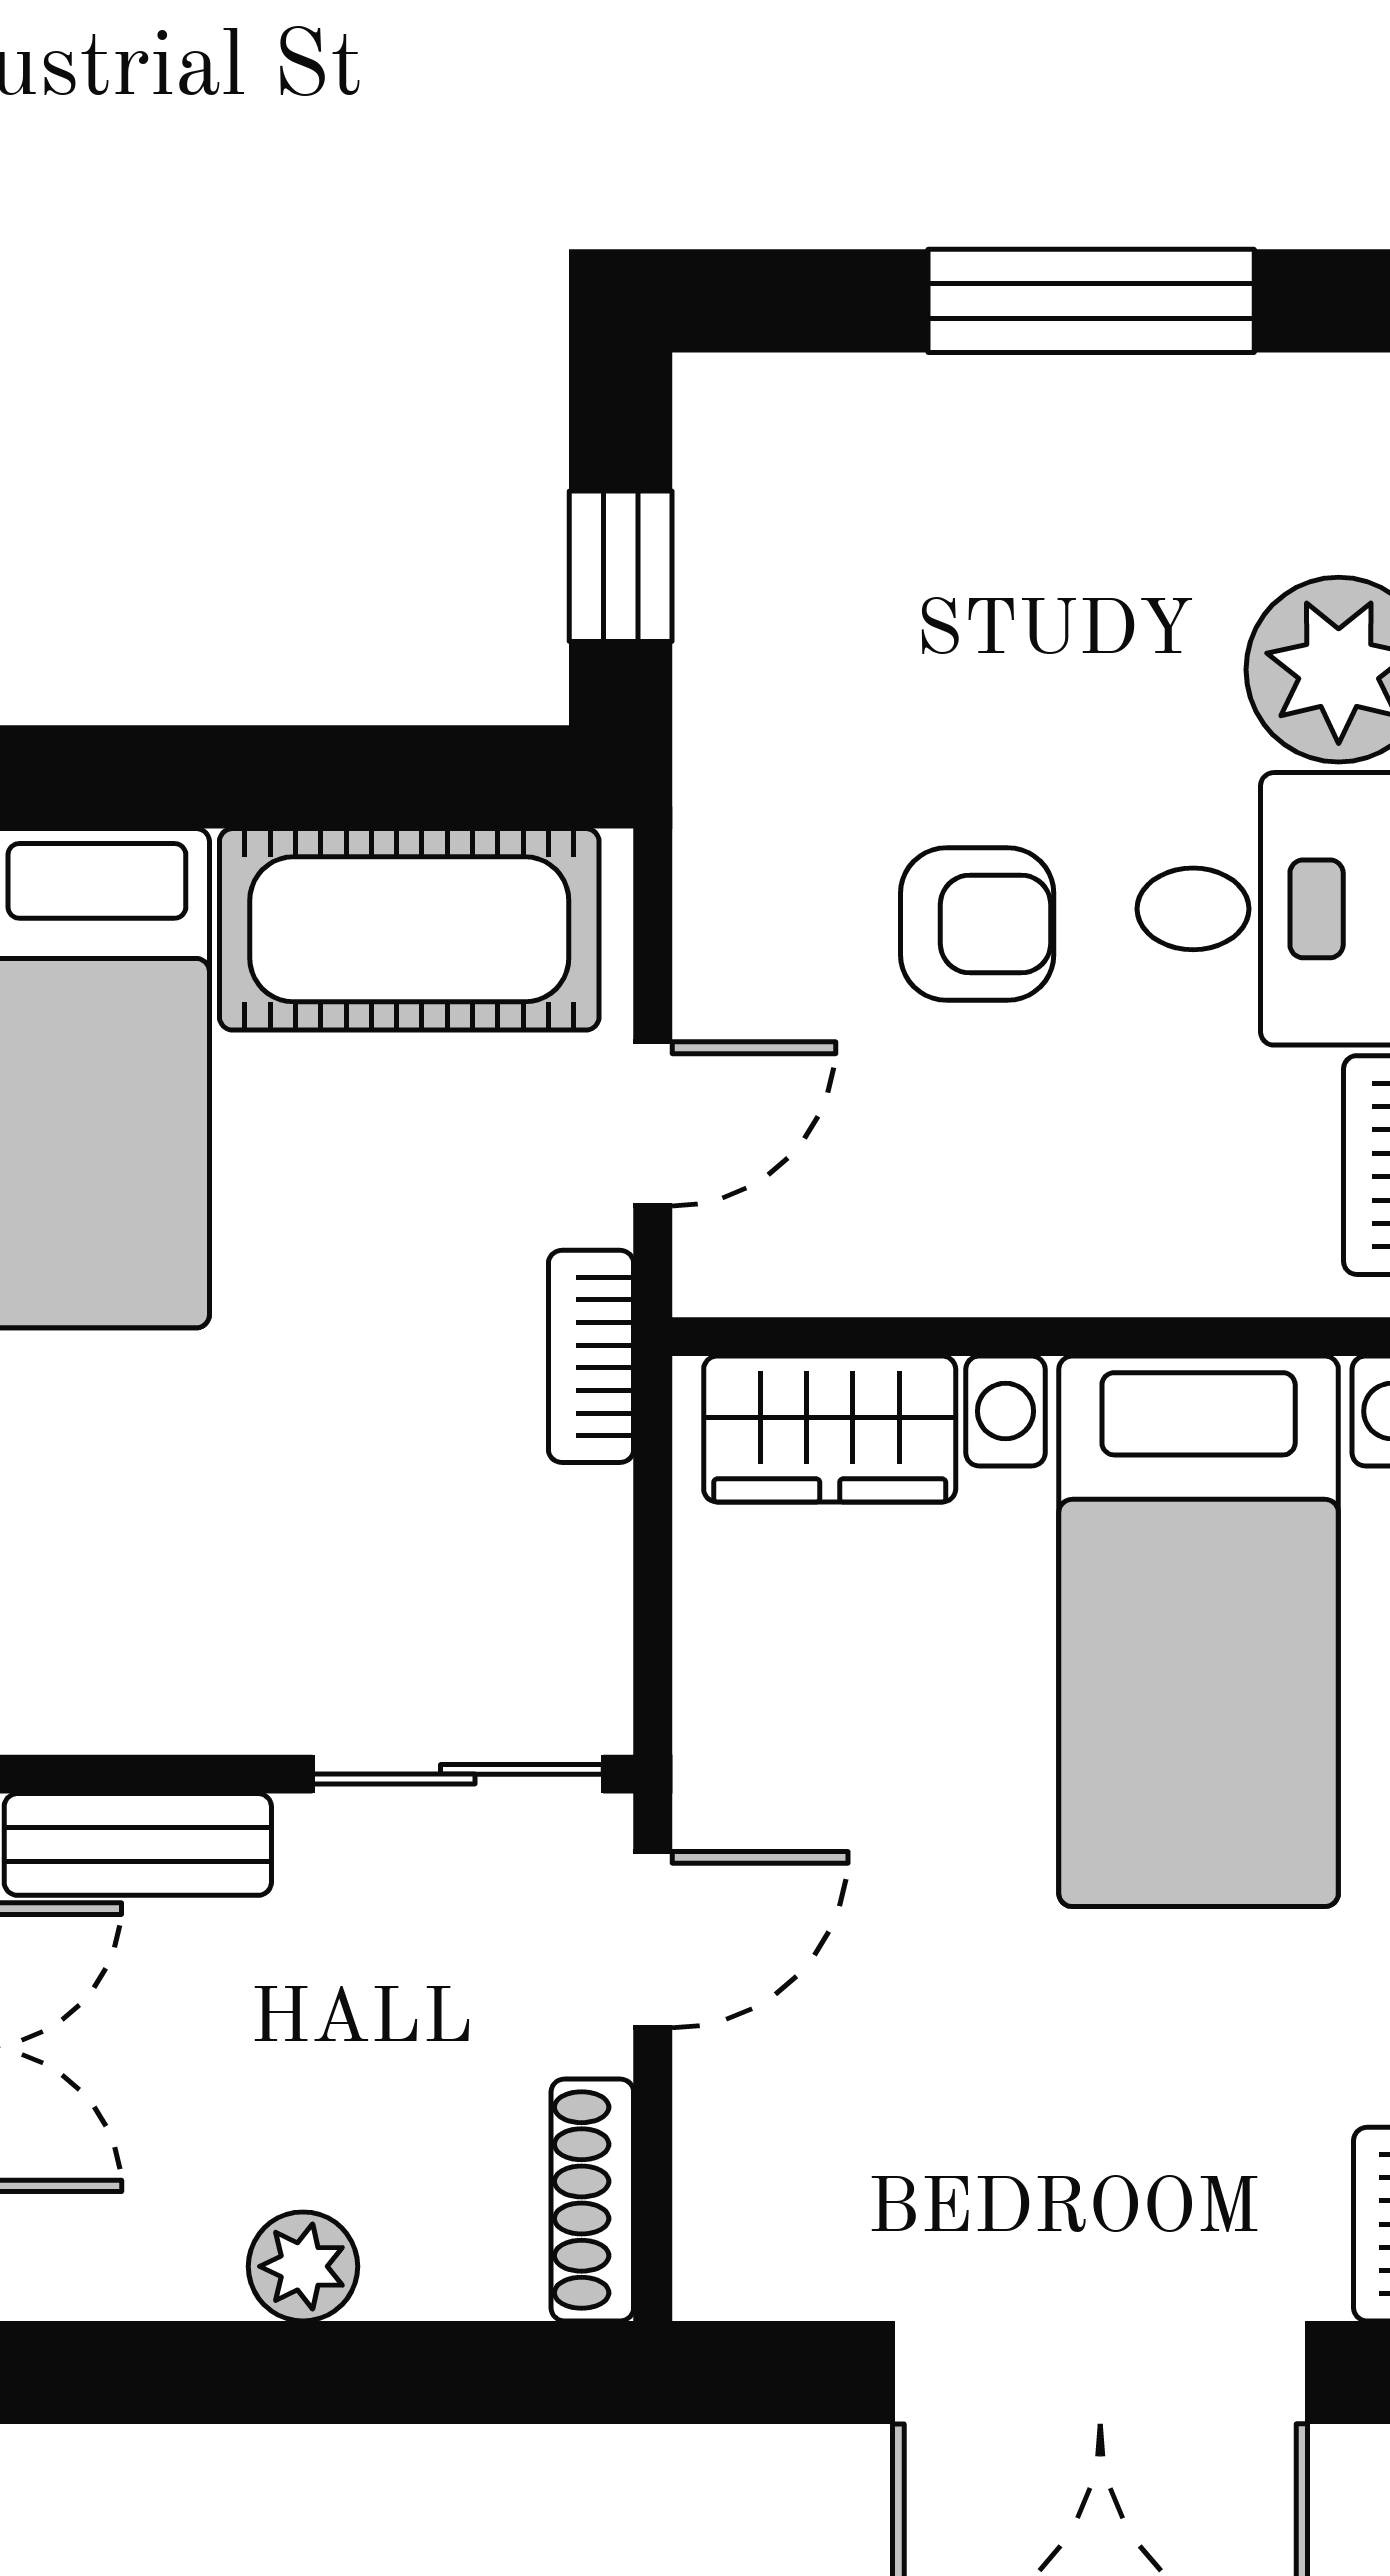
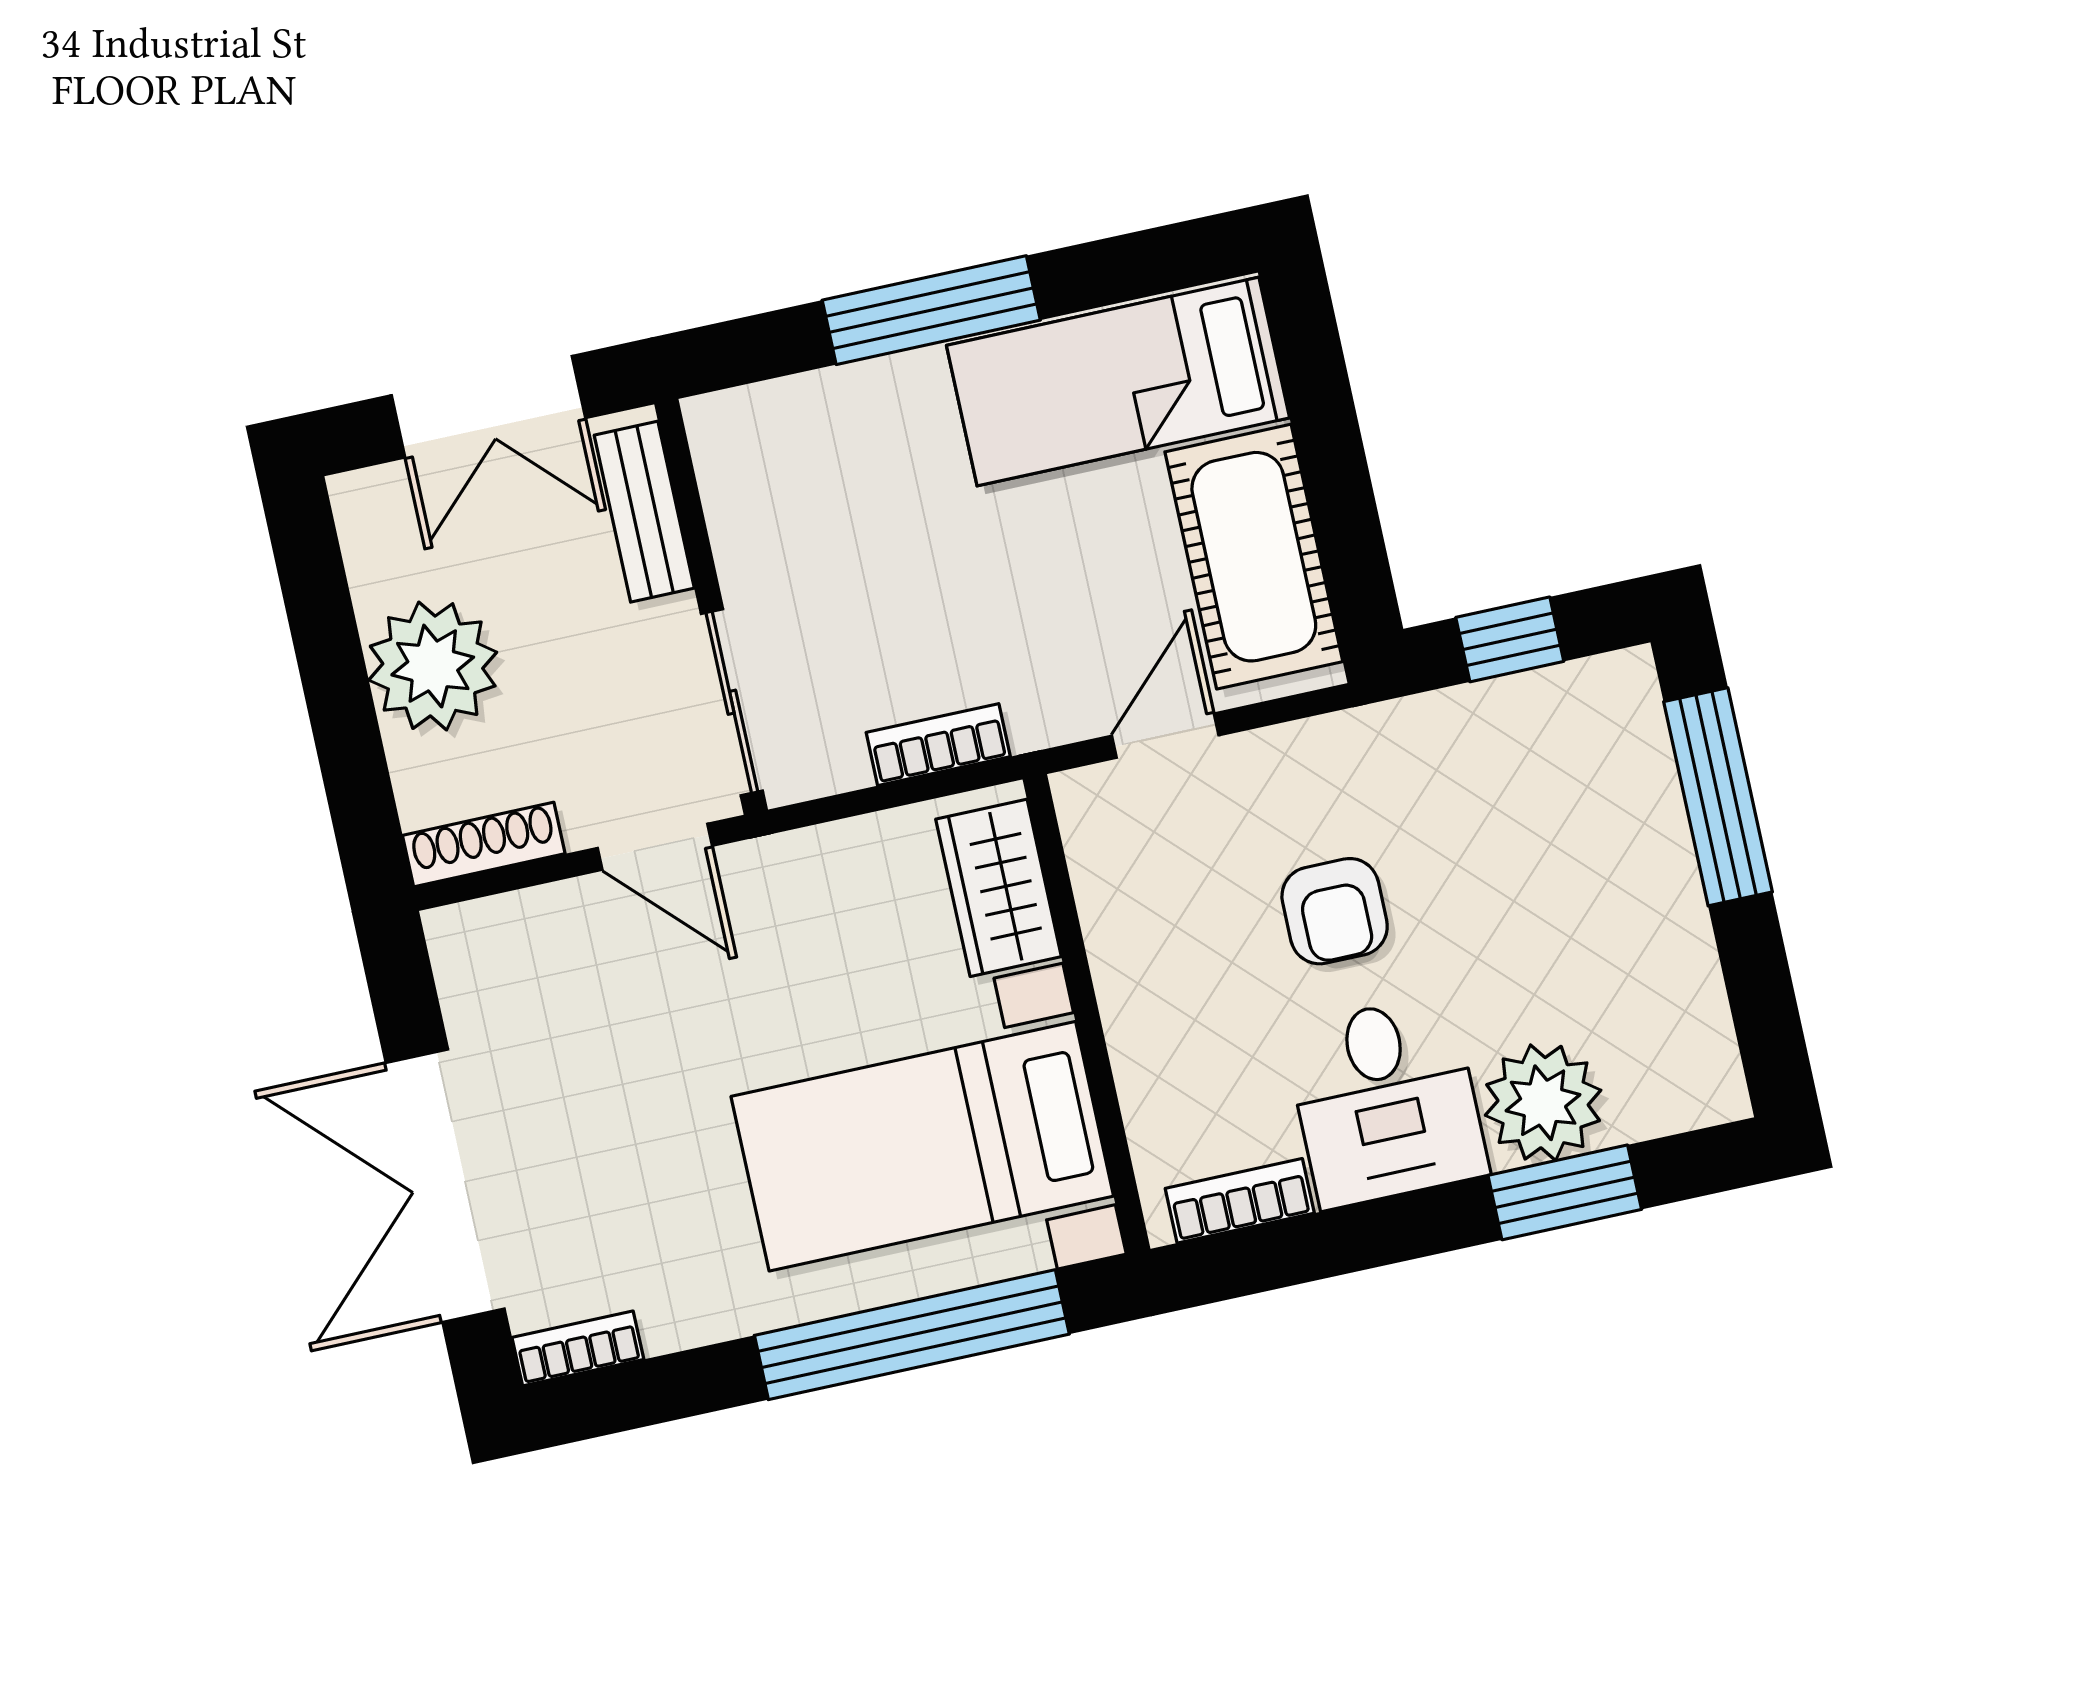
window: (1091, 301) -> (1718, 797), moved
door: (653, 1124) -> (1165, 736), swing flipped
bookcase: (591, 1356) -> (938, 745), moved
plant: (303, 2266) -> (433, 666), width x1.88, depth x1.88

